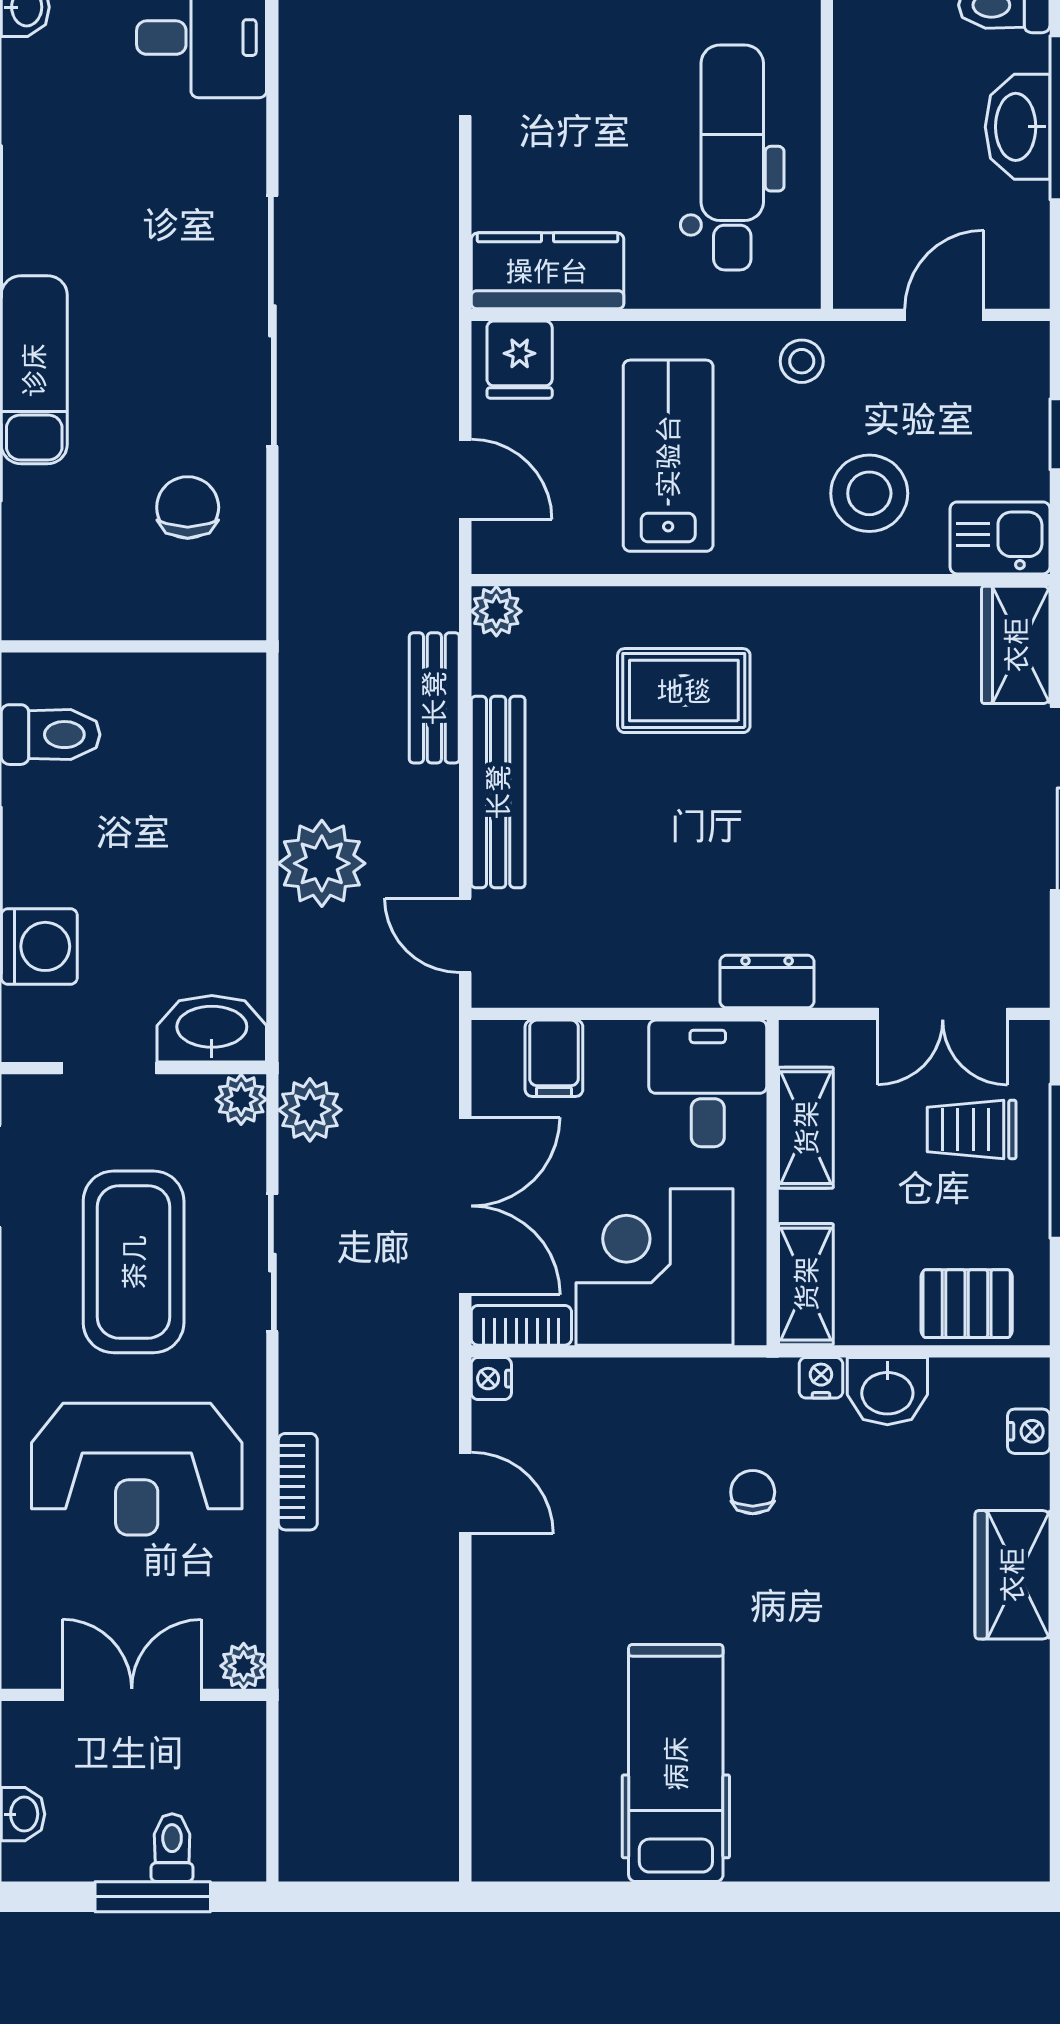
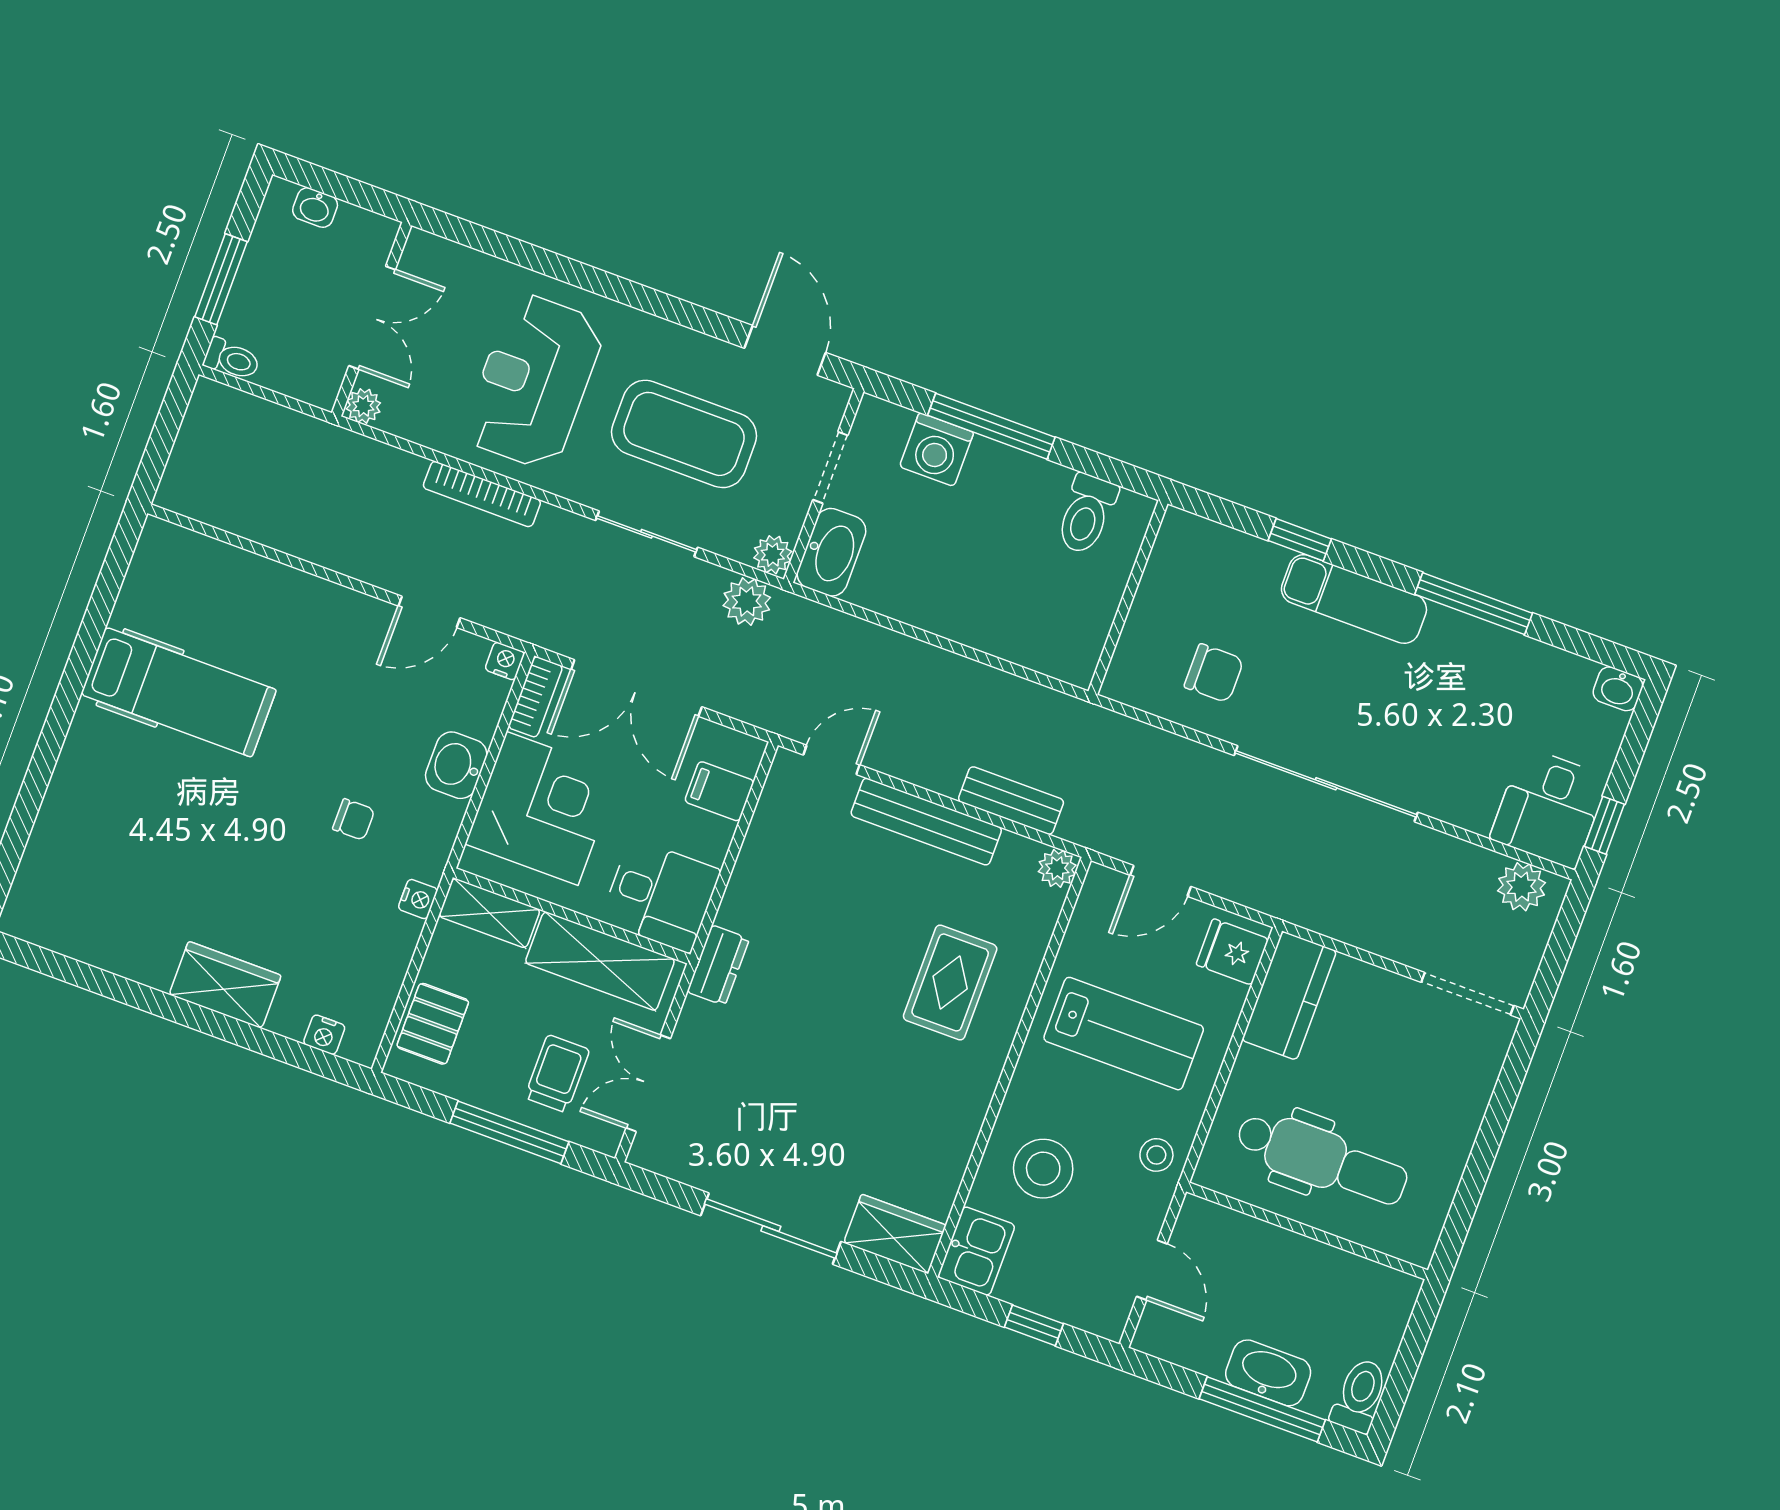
plant: (322, 863) -> (1522, 887), moved, width x0.73, depth x0.73
shelving: (806, 1128) -> (600, 961), width x1.50, depth x1.33
washbasin: (887, 1391) -> (456, 765), moved
bookcase: (298, 1482) -> (482, 494), width x1.56
toilet: (172, 1848) -> (232, 359), moved

